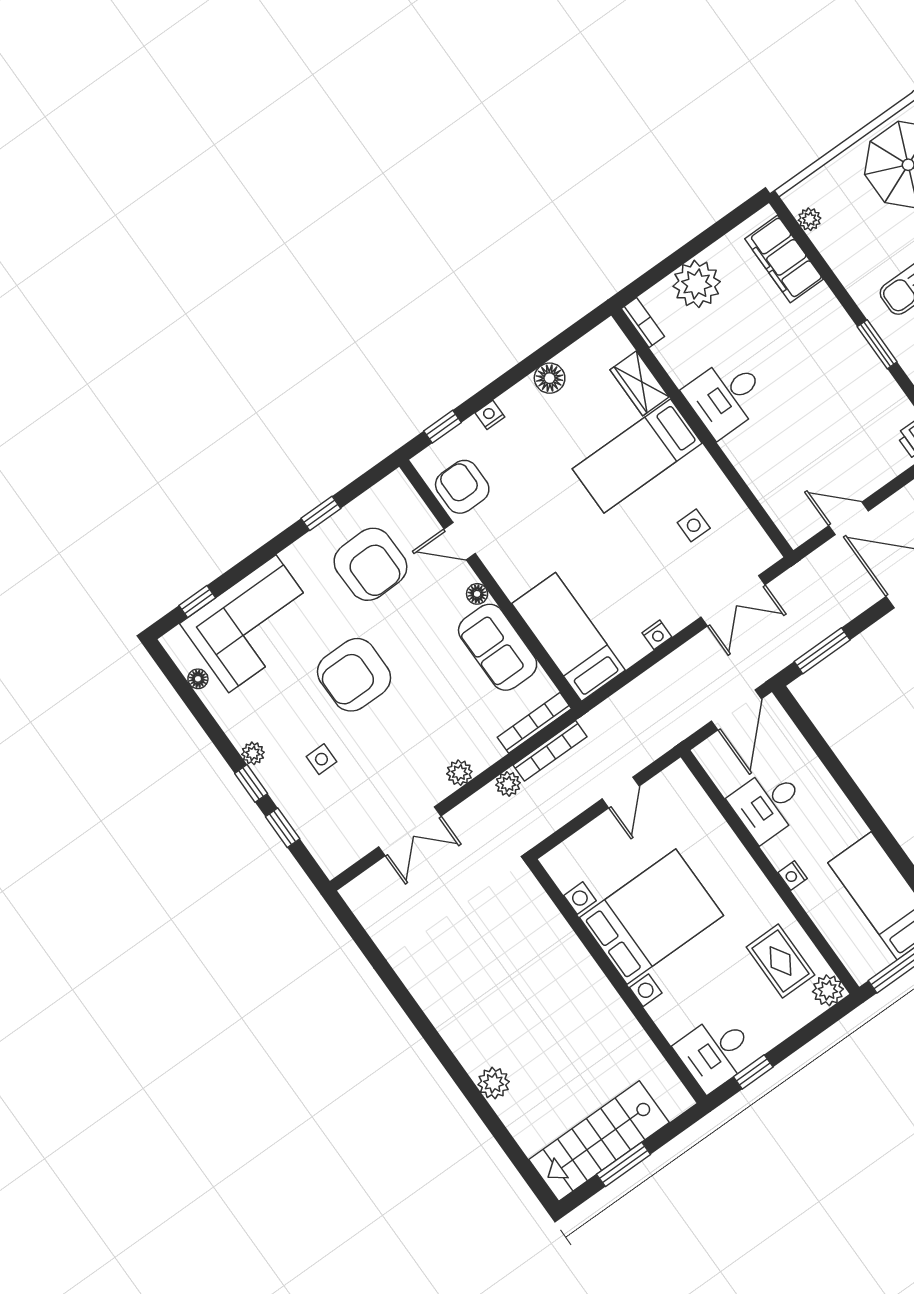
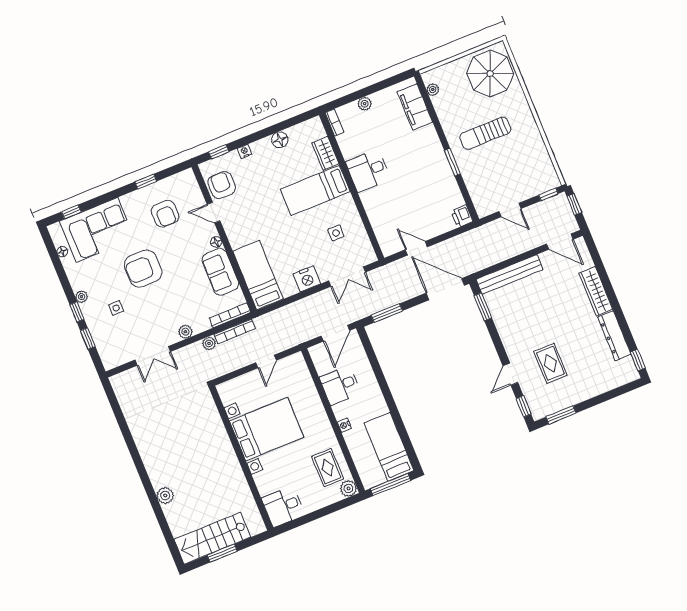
plant: (697, 284) -> (365, 104), width x0.53, depth x0.53
armchair: (370, 564) -> (165, 214), width x0.73, depth x0.73
nightstand: (657, 635) -> (307, 279), width x1.89, depth x1.79
window: (753, 1072) -> (300, 521), removed

